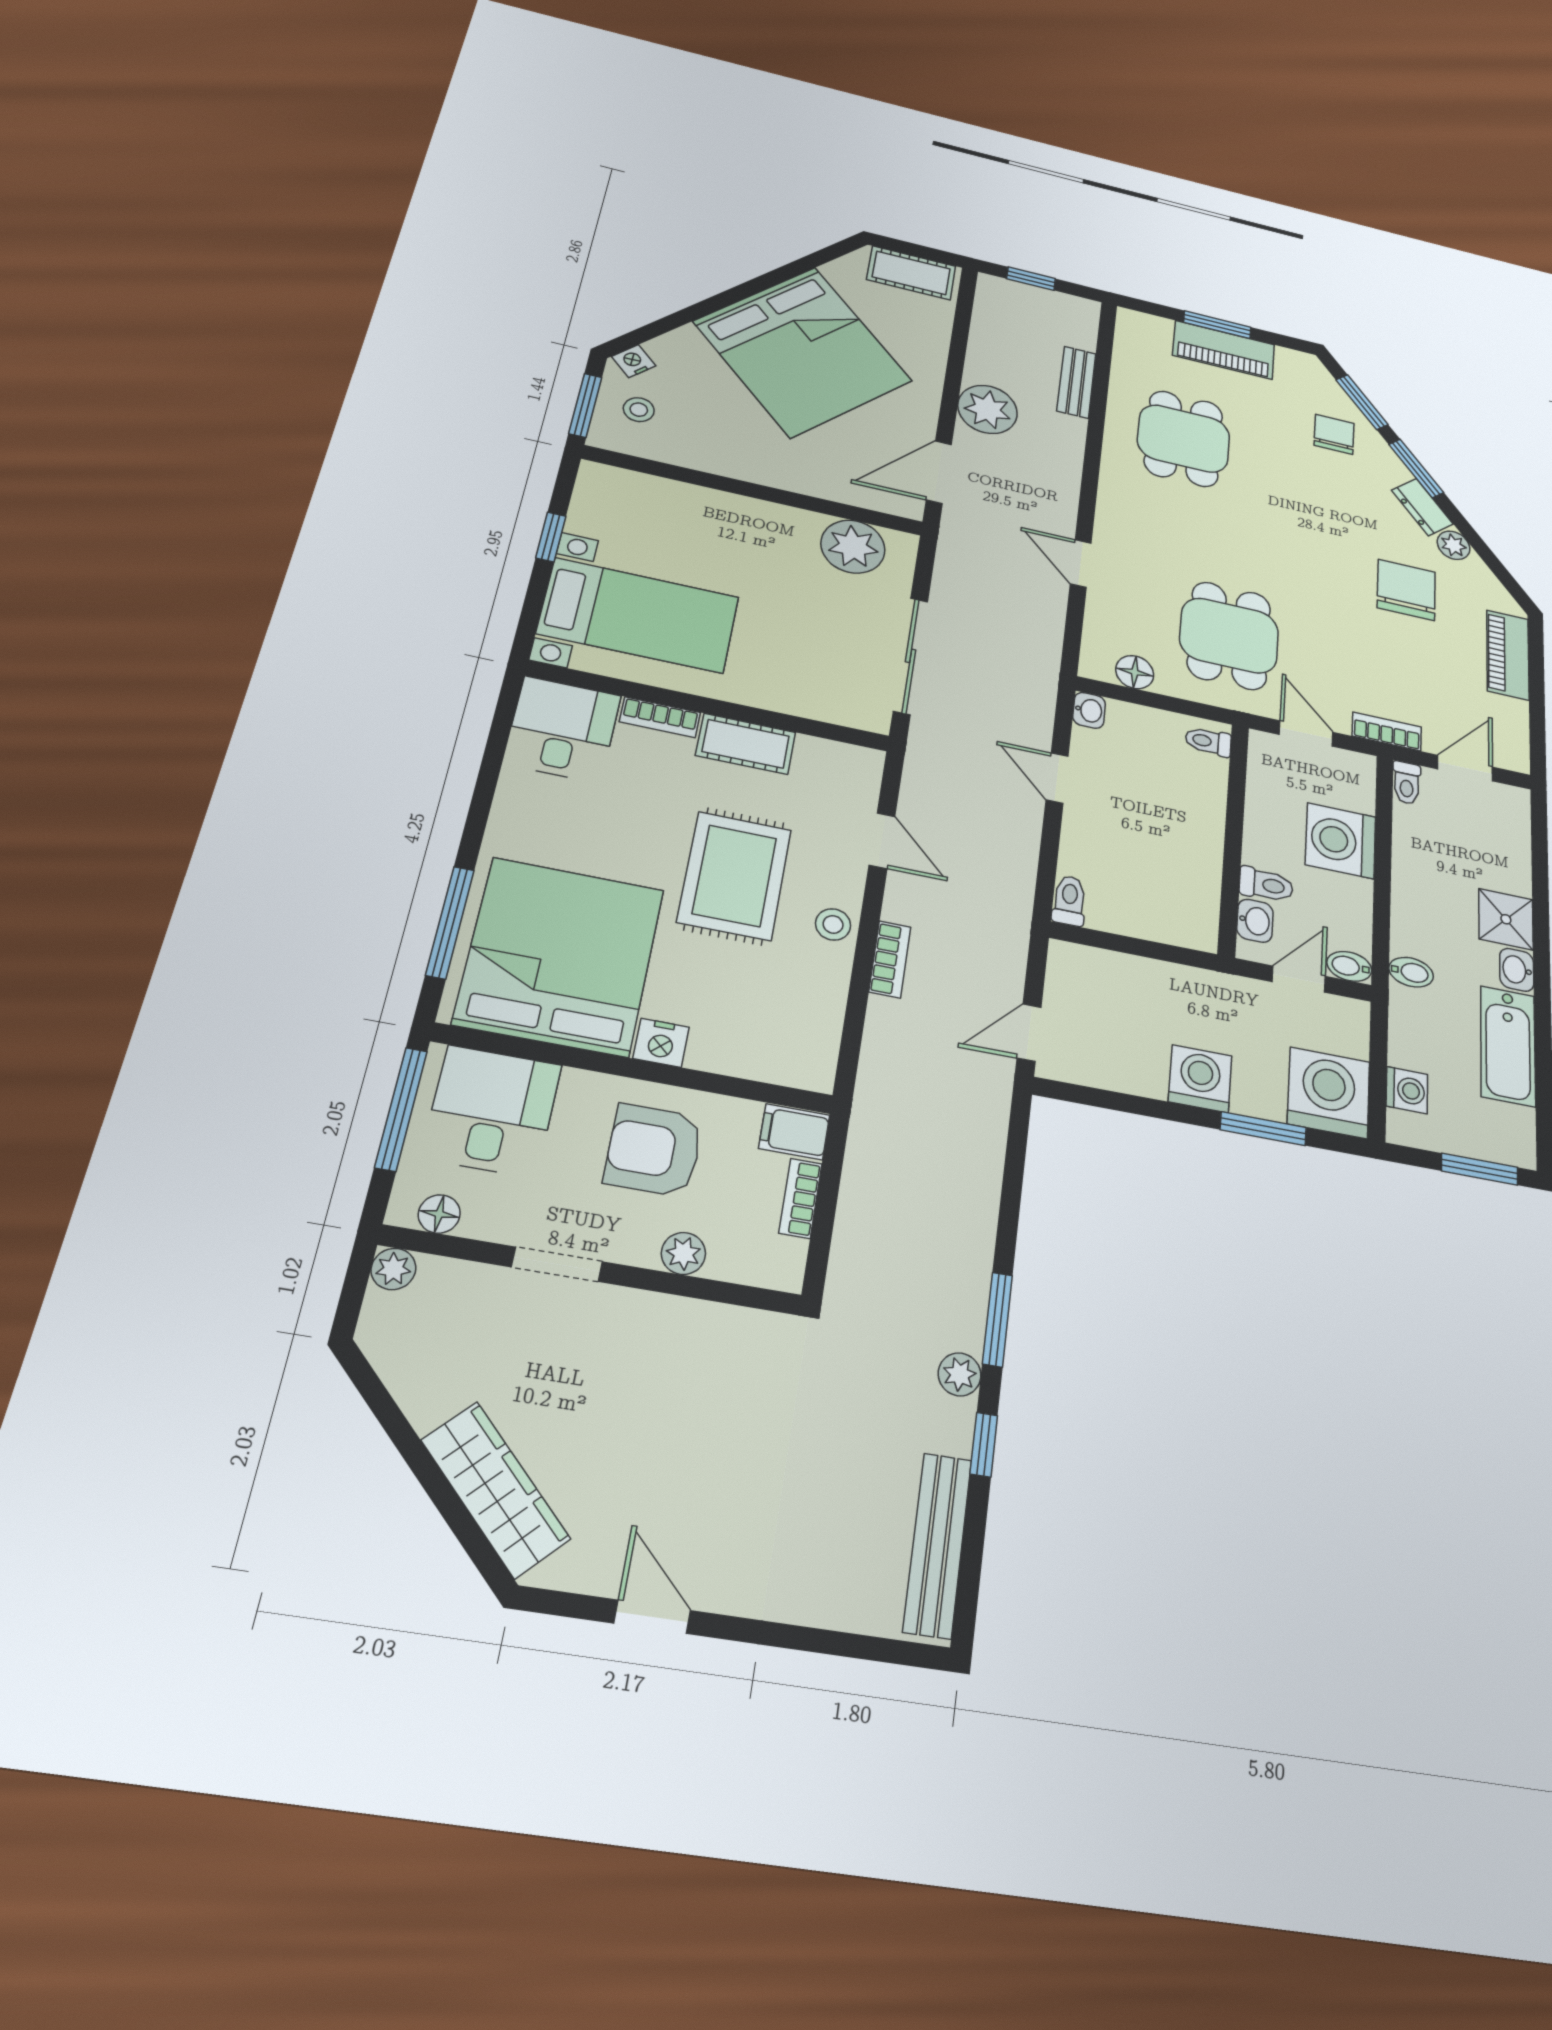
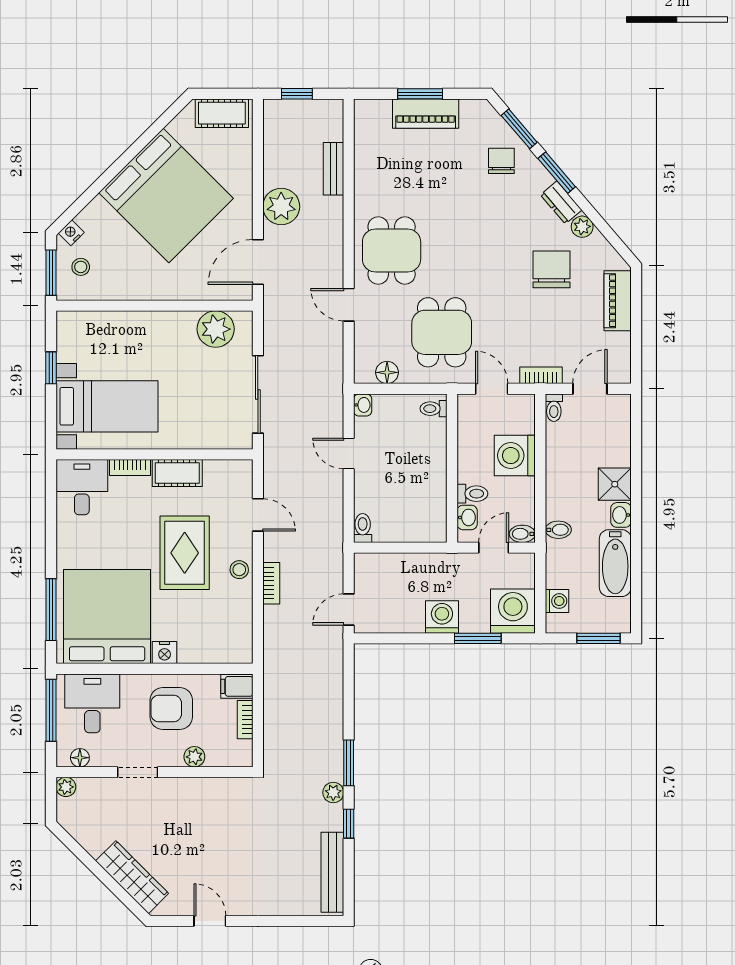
dining table: (1184, 439) -> (392, 250), moved

